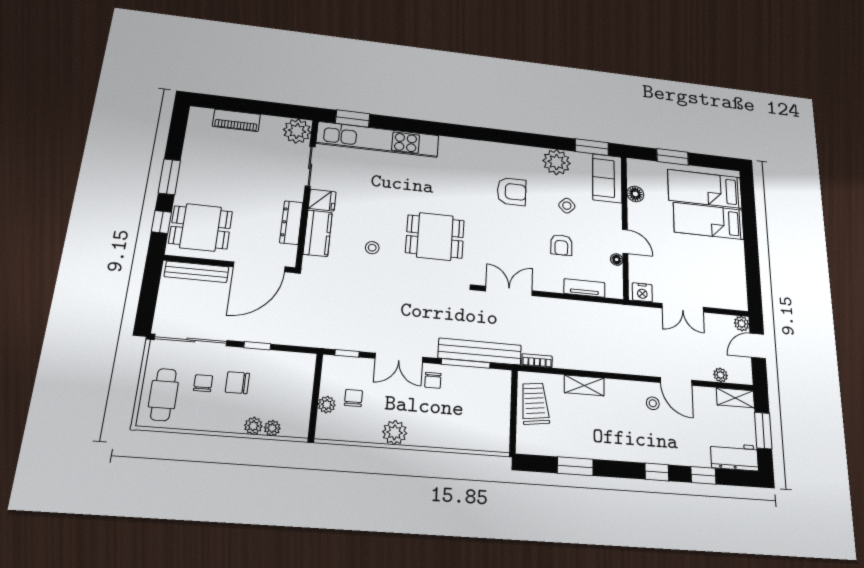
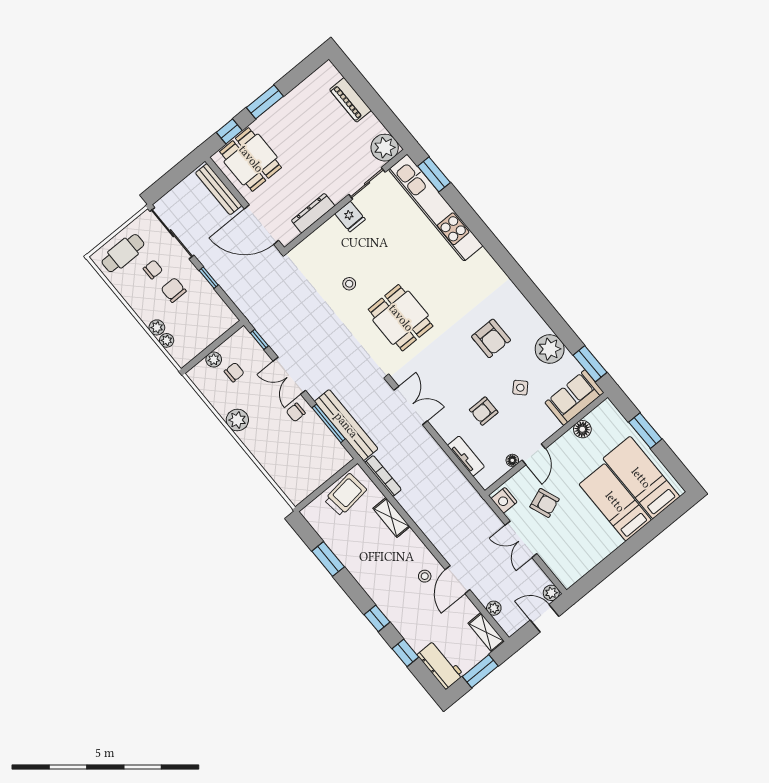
kitchen counter: (318, 233) -> (323, 238), removed
armchair: (668, 267) -> (544, 503), added
bookcase: (537, 361) -> (383, 476), width x1.56

